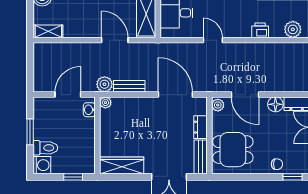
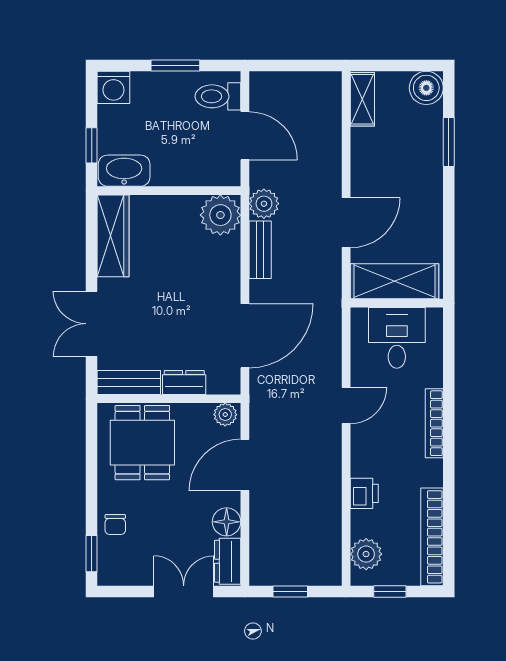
plant: (105, 103) -> (220, 215), width x1.88, depth x1.88
washbasin: (89, 110) -> (124, 171), moved, width x1.91, depth x1.45
toilet: (45, 148) -> (218, 96), moved, turned 90

